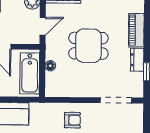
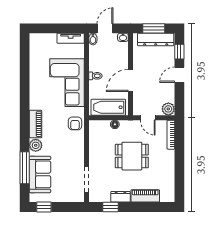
dining table: (88, 46) -> (132, 156), turned 90
armchair: (72, 120) -> (75, 123), moved

